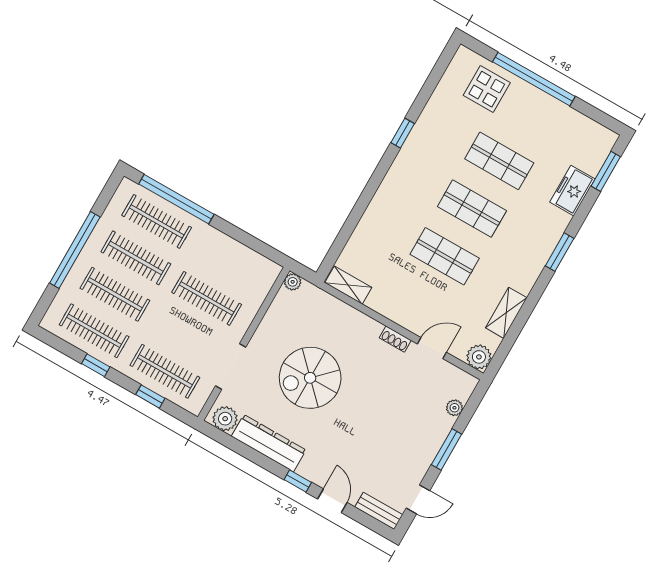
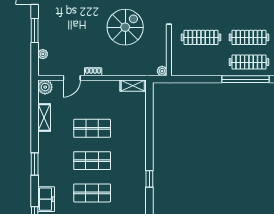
clothes rail: (115, 294) -> (249, 13), removed

